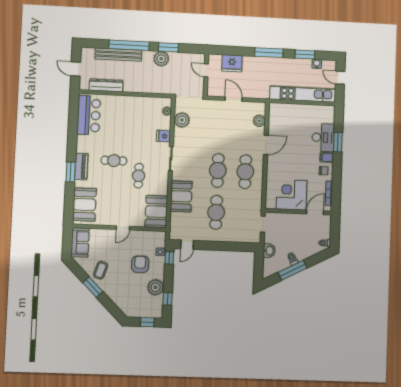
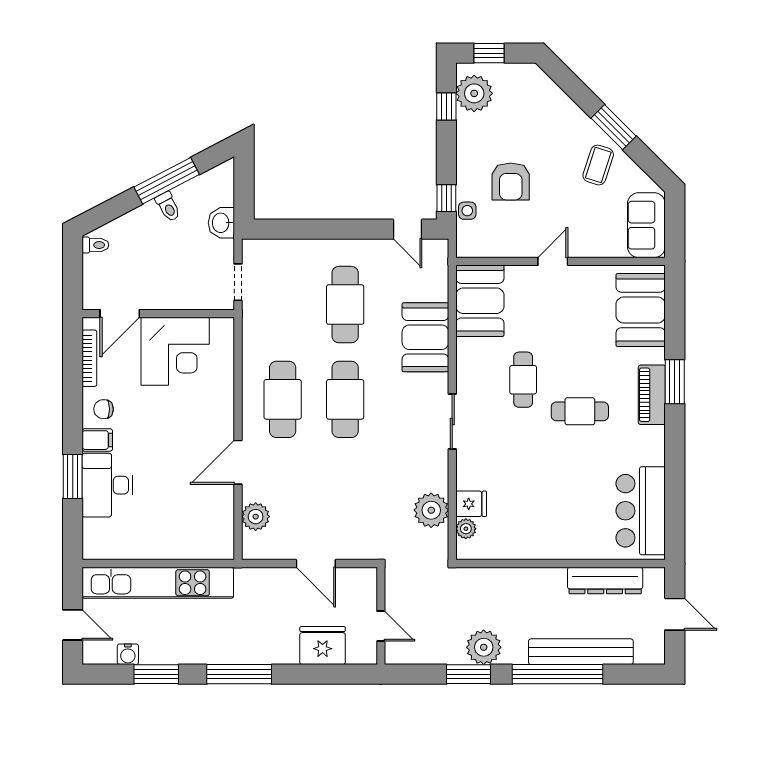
fridge: (163, 136) -> (471, 504), moved
door: (187, 245) -> (408, 229), swing flipped
plant: (156, 287) -> (474, 93), moved

